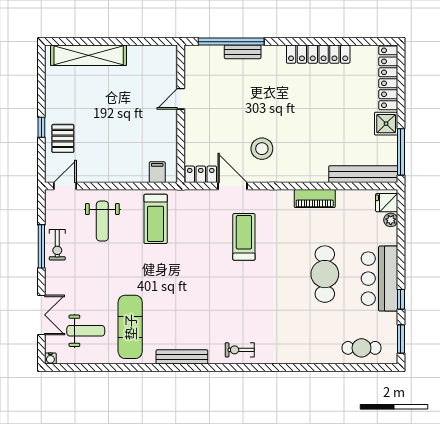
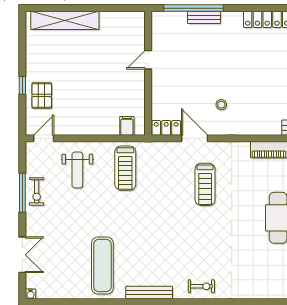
stool: (262, 149) -> (221, 105), width x0.53, depth x0.53
treadmill: (244, 237) -> (205, 184), turned 180
weight bench: (86, 331) -> (62, 269), removed
exercise bike: (240, 350) -> (201, 286), turned 180

